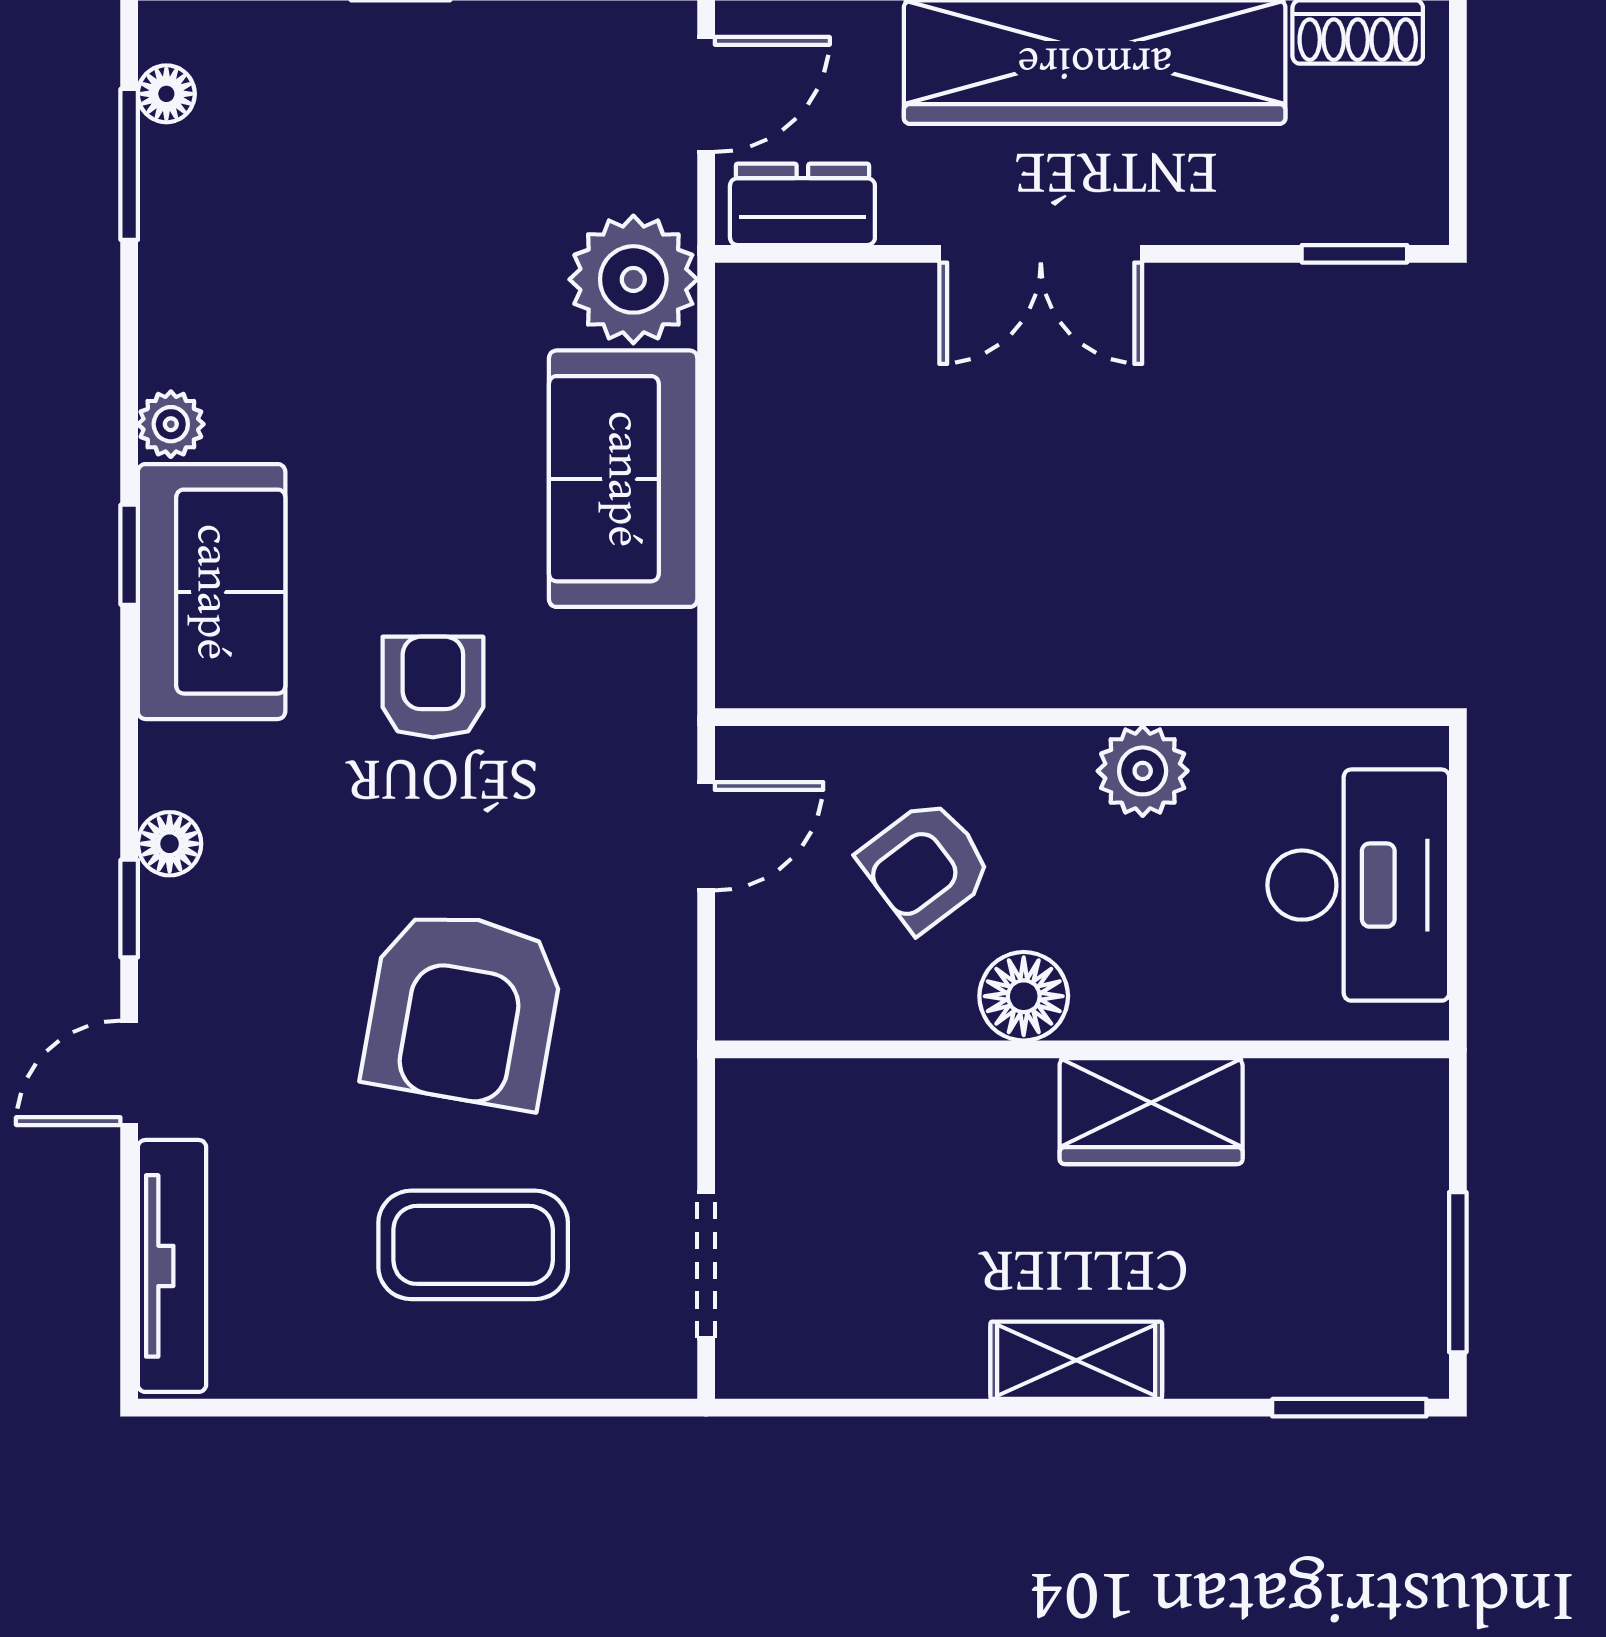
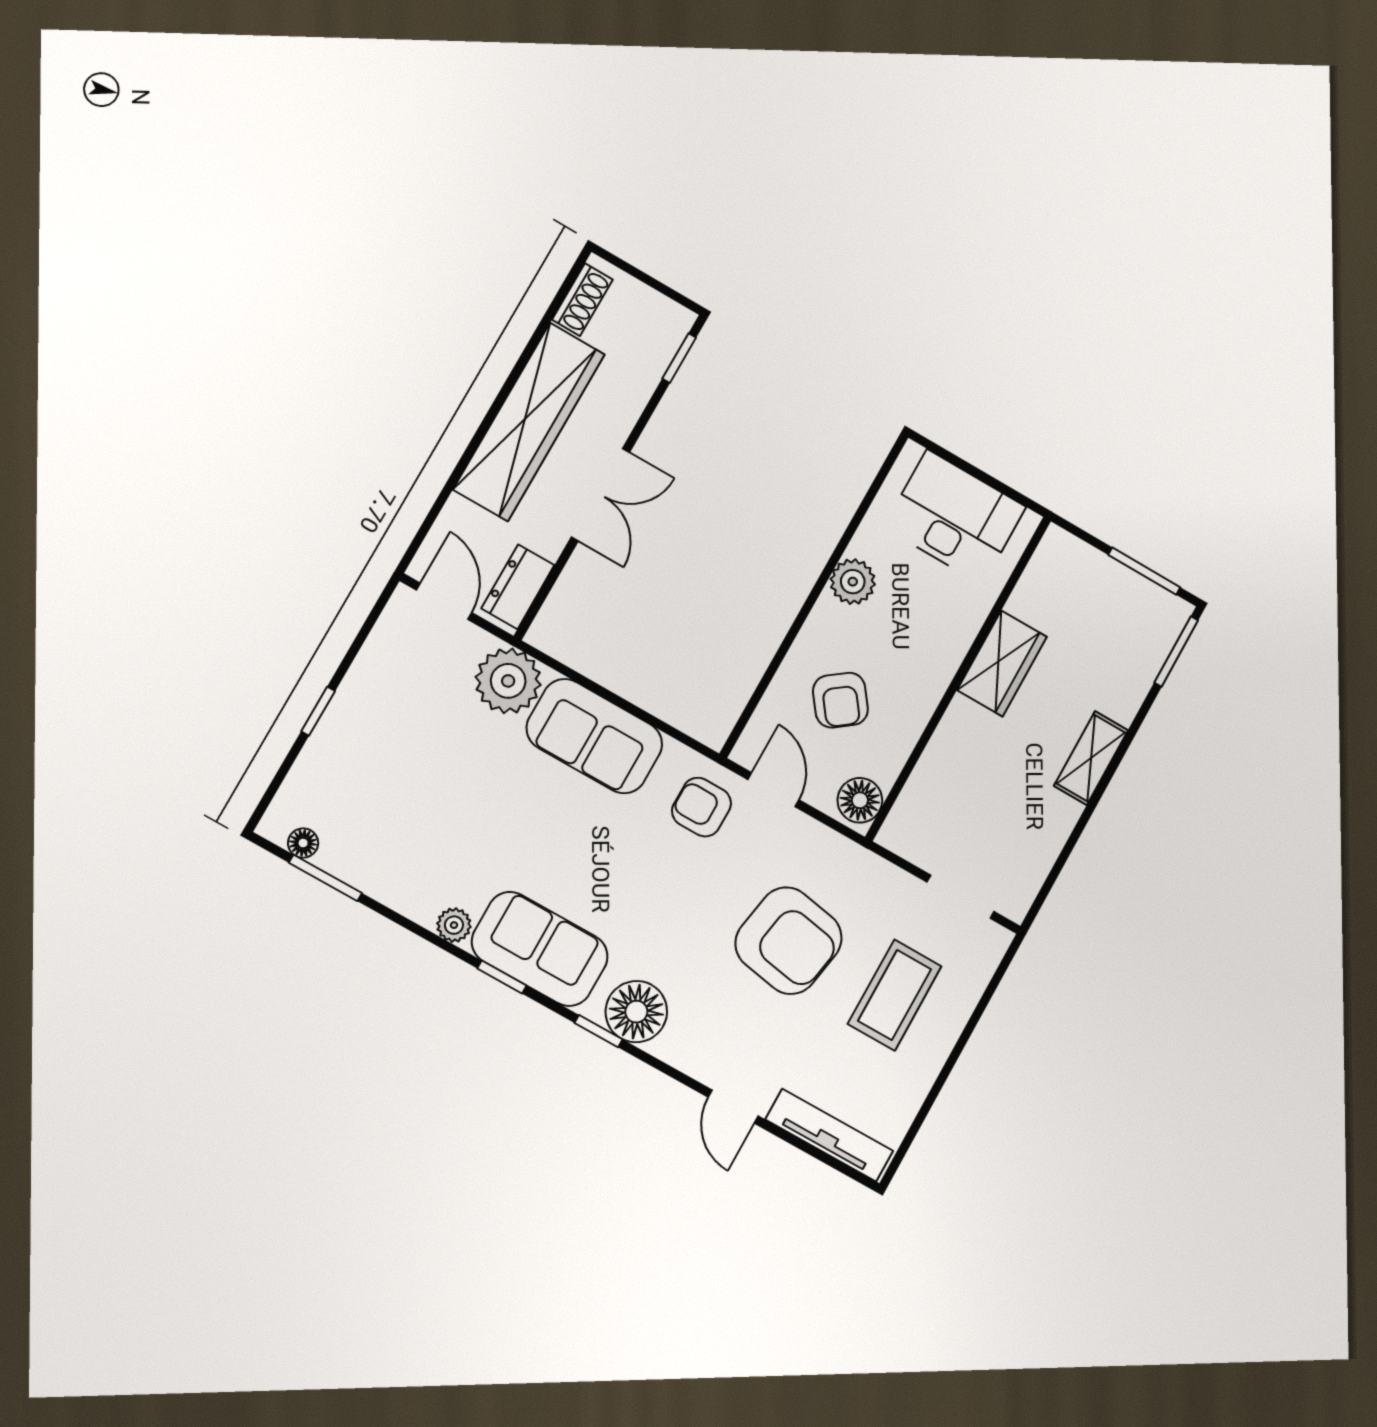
armchair: (433, 687) -> (702, 807), moved
floor lamp: (170, 844) -> (636, 1012), width x1.89, depth x1.89
window: (129, 909) -> (599, 1031), moved
floor lamp: (1024, 996) -> (860, 800), moved

